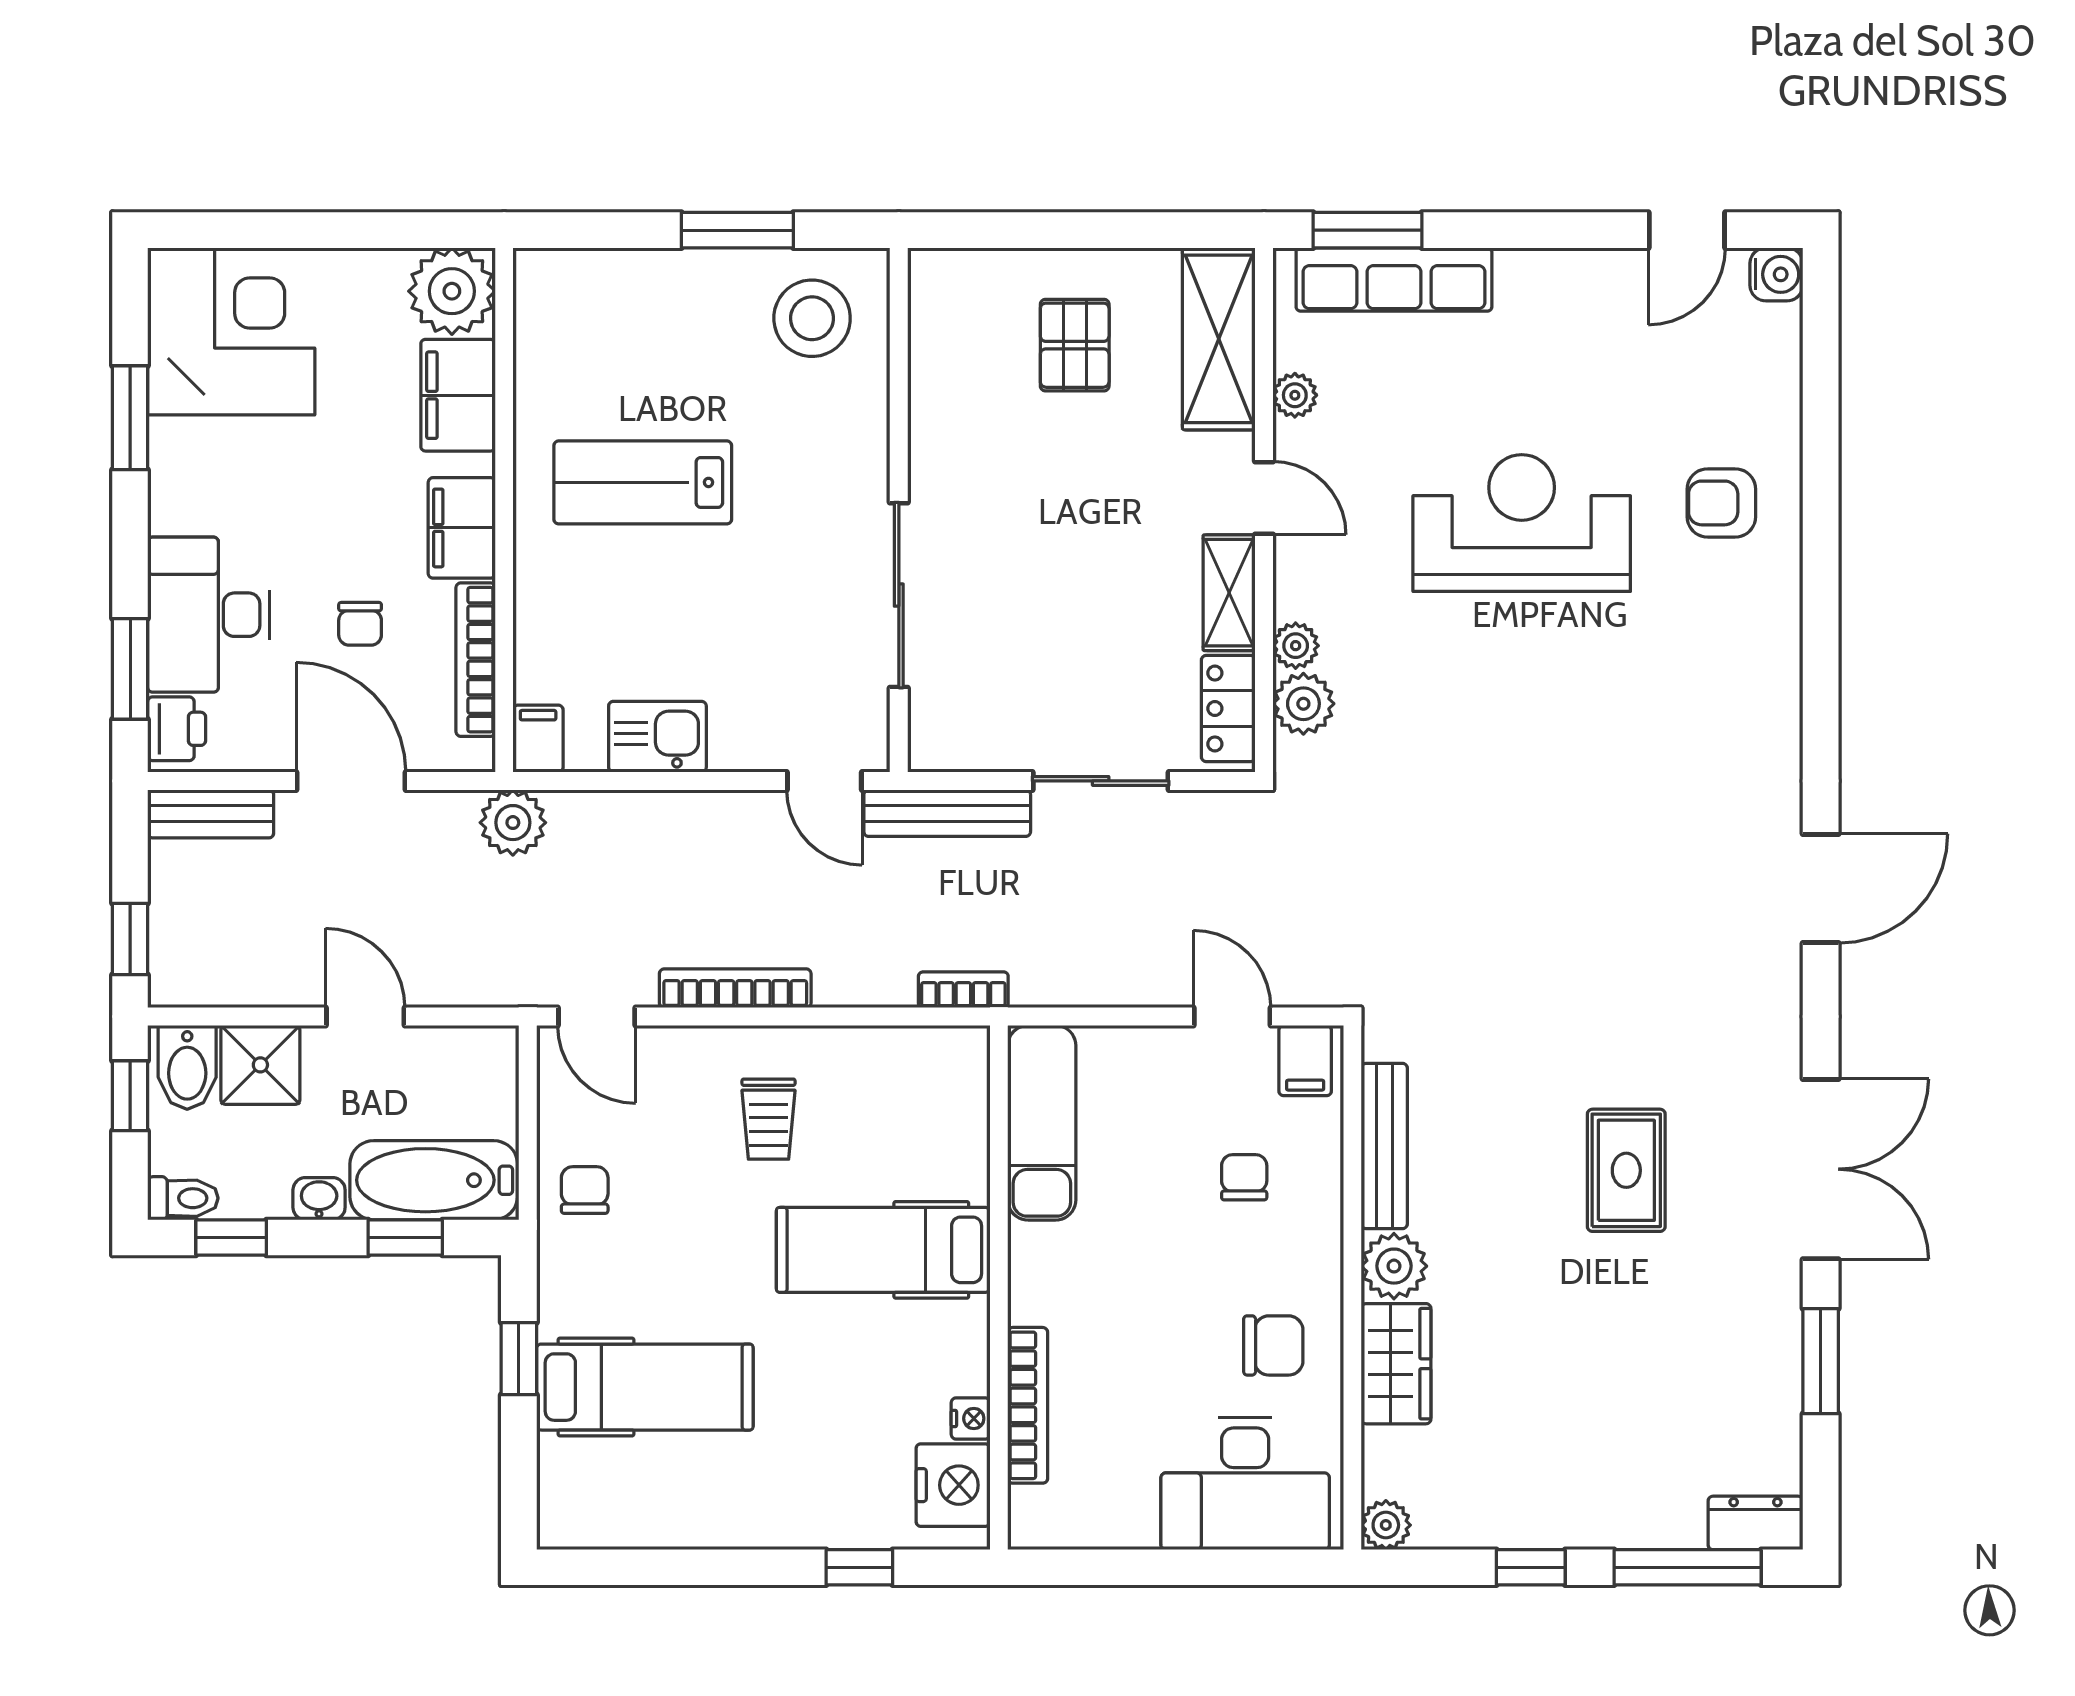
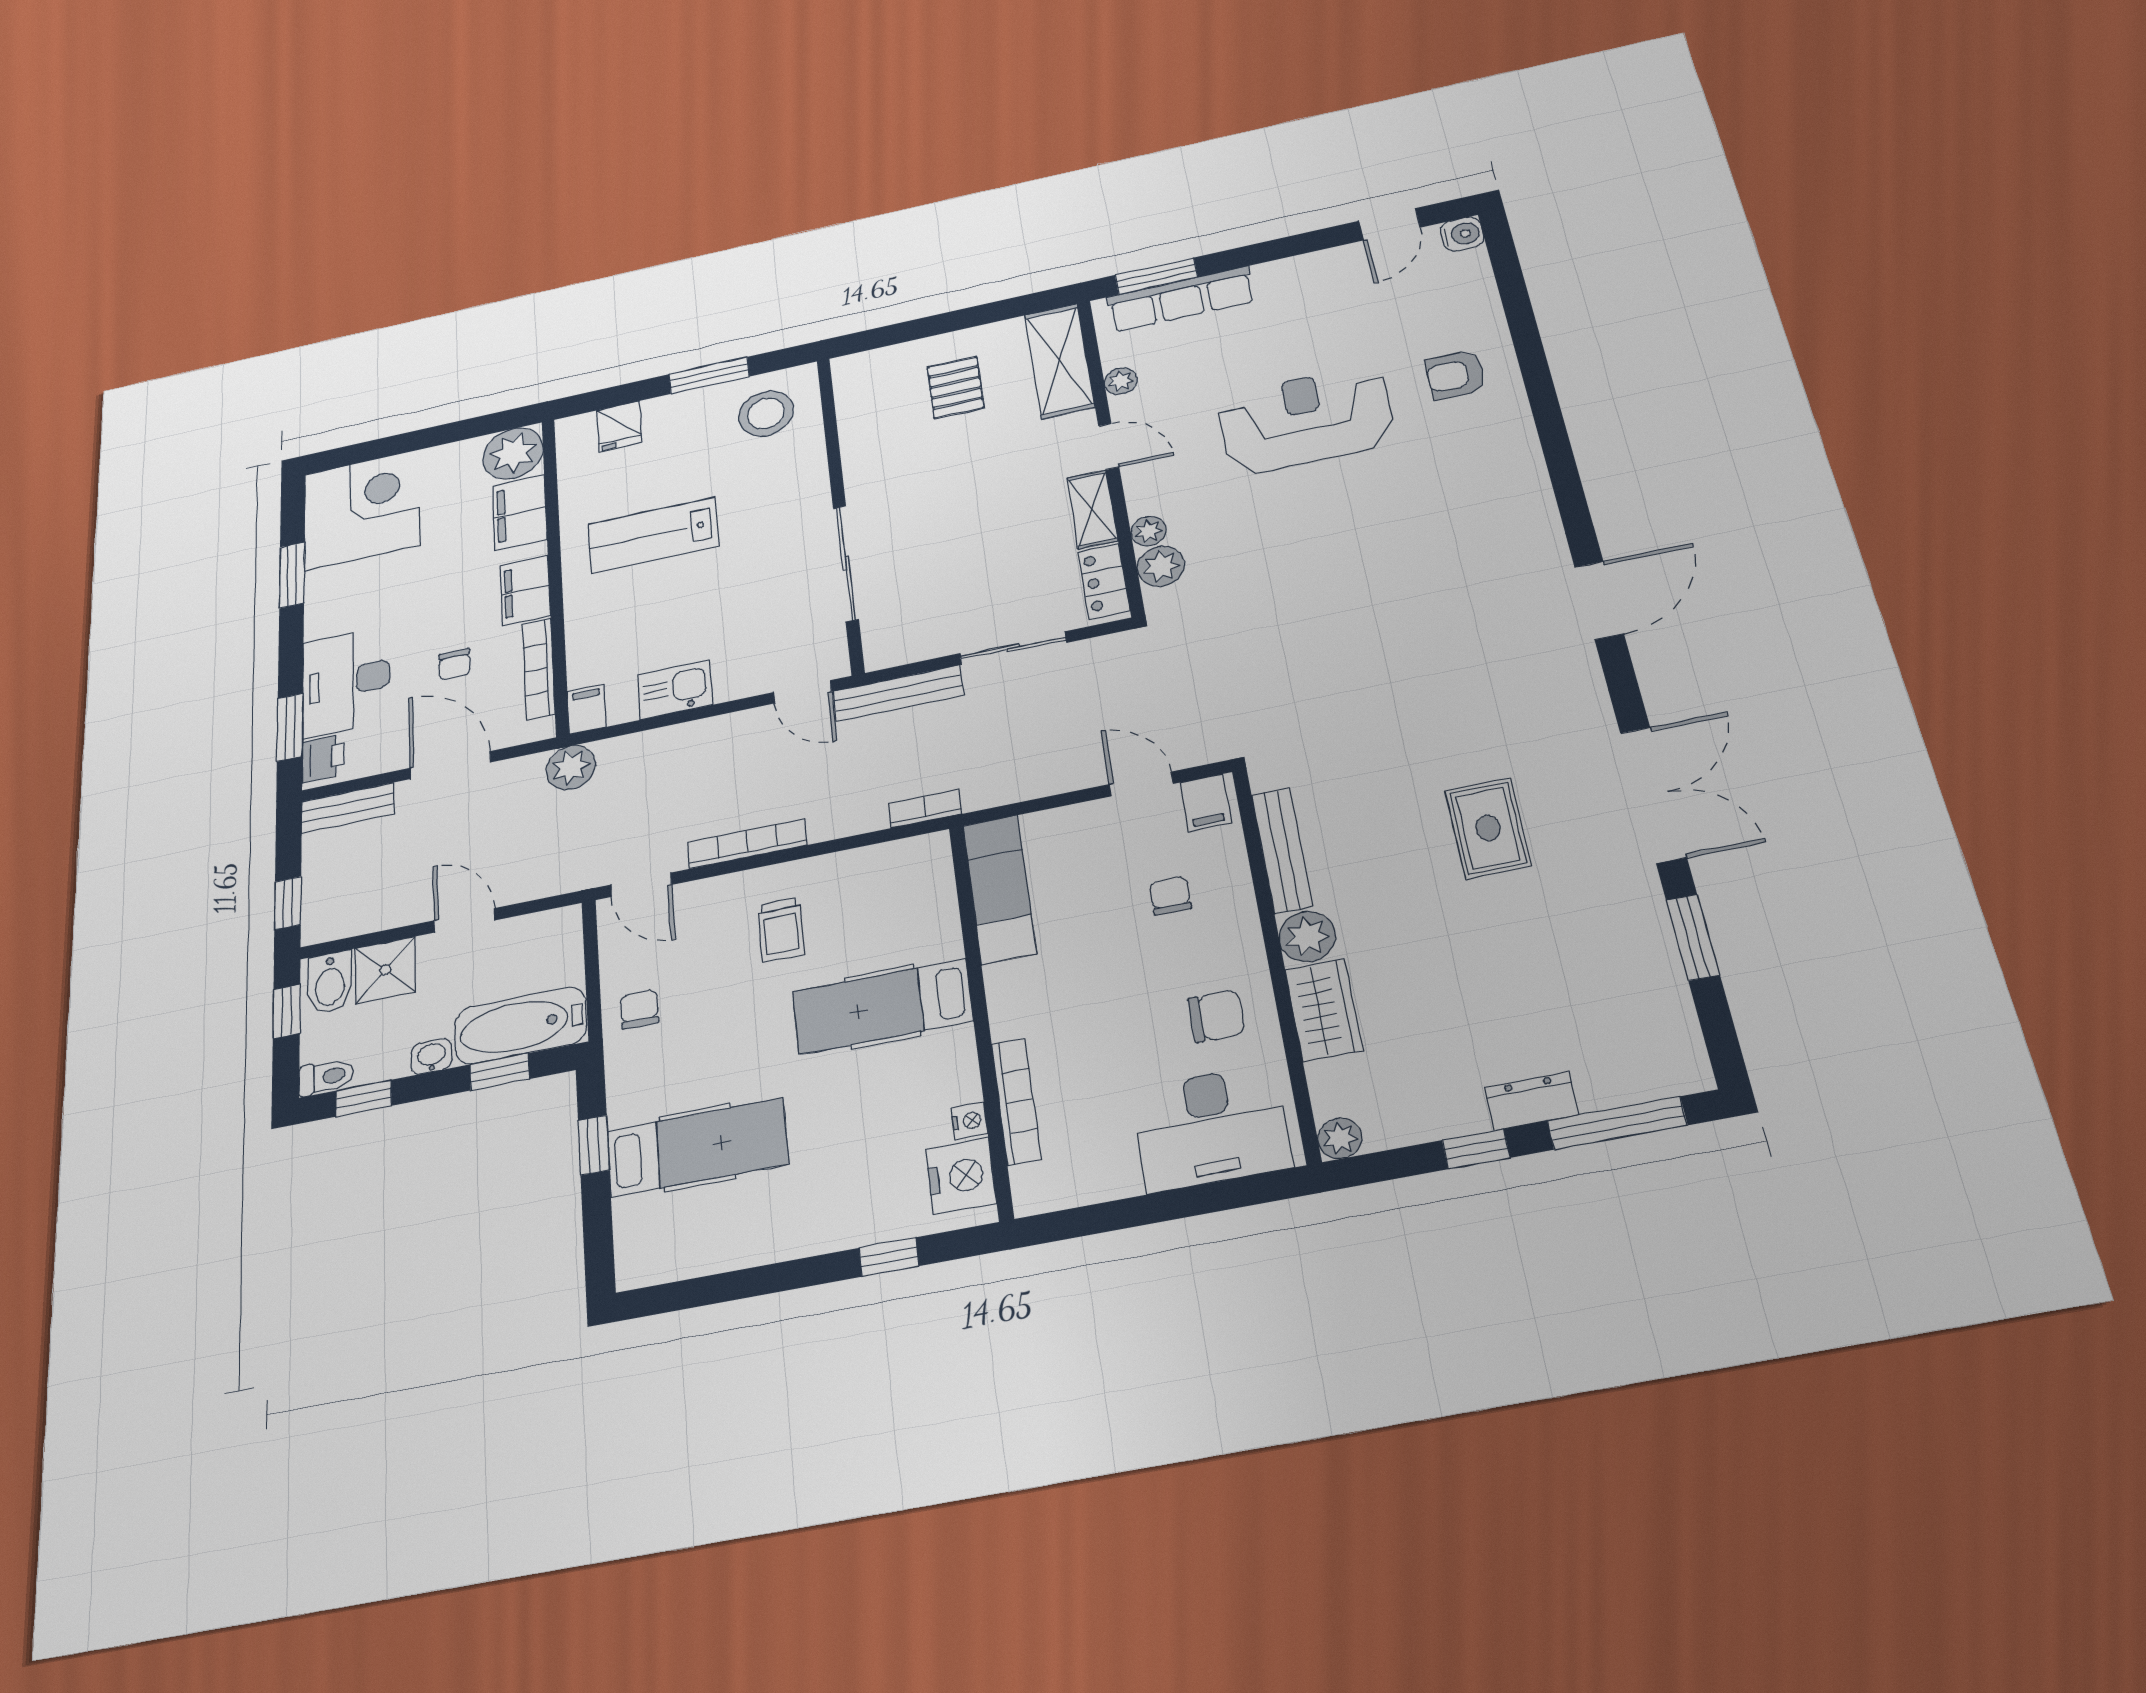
fridge: (605, 284) -> (619, 426), added
dresser: (1756, 1523) -> (1532, 1101), moved

